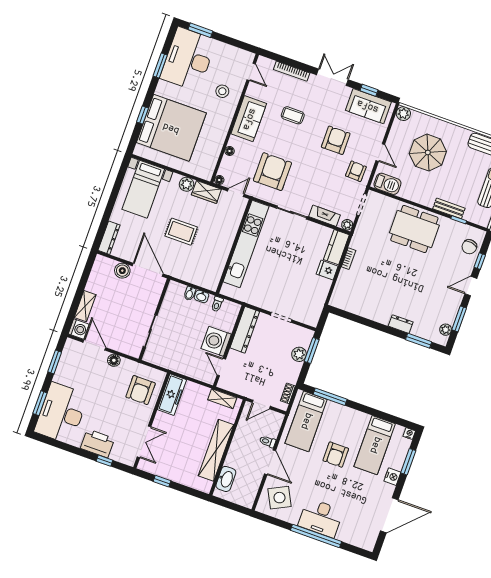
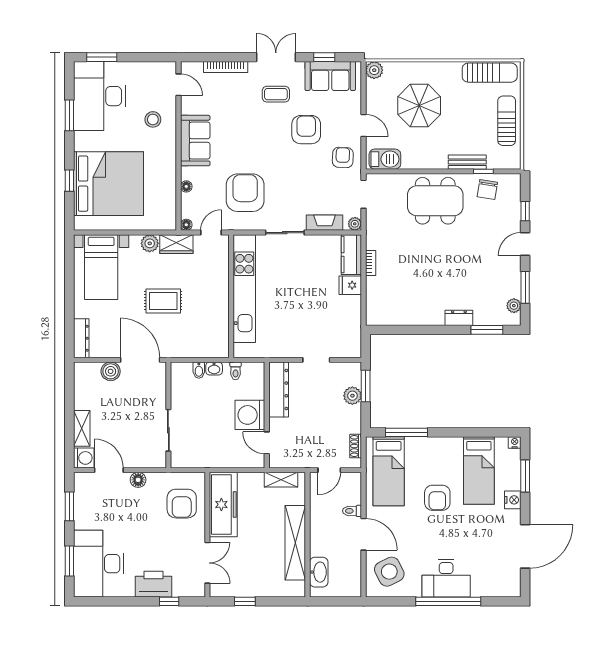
coffee table: (293, 115) -> (276, 94), moved
chair: (469, 247) -> (487, 189), moved
freezer: (172, 395) -> (223, 504), width x1.36, depth x1.26

